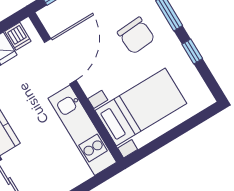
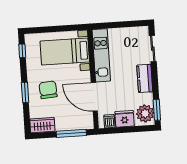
window: (192, 51) -> (22, 51), moved
door: (60, 61) -> (94, 97), hinge flipped

